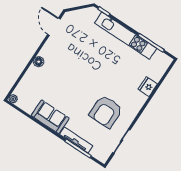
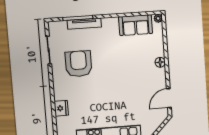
door: (54, 27) -> (169, 98), swing flipped
sofa: (50, 117) -> (136, 25), moved

